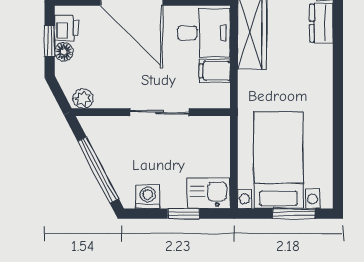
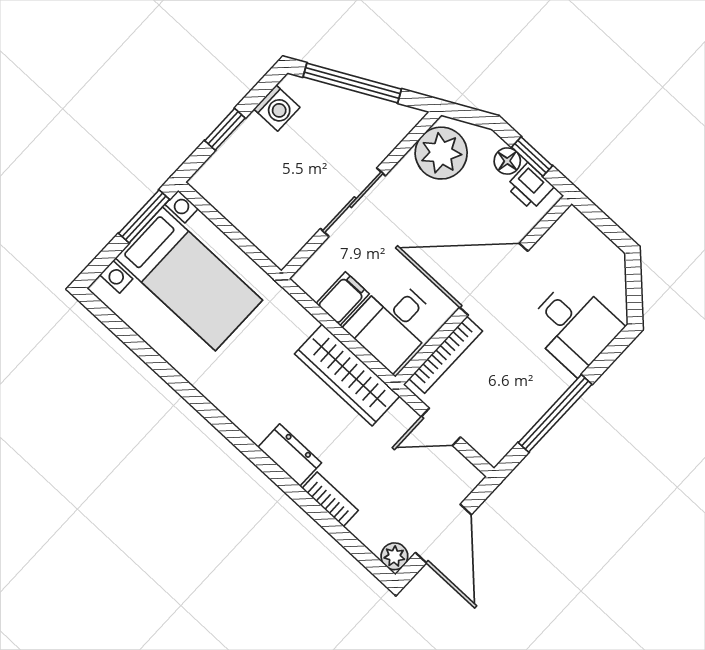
plant: (83, 99) -> (441, 153), width x1.88, depth x1.88
kitchen sink: (209, 193) -> (222, 175), removed
window: (294, 214) -> (144, 216), moved

